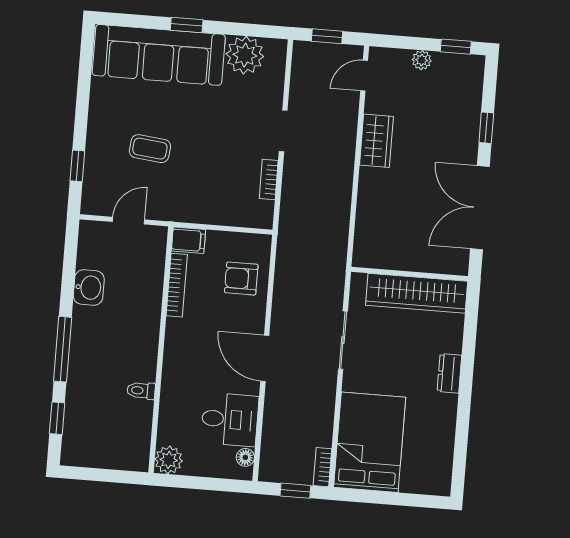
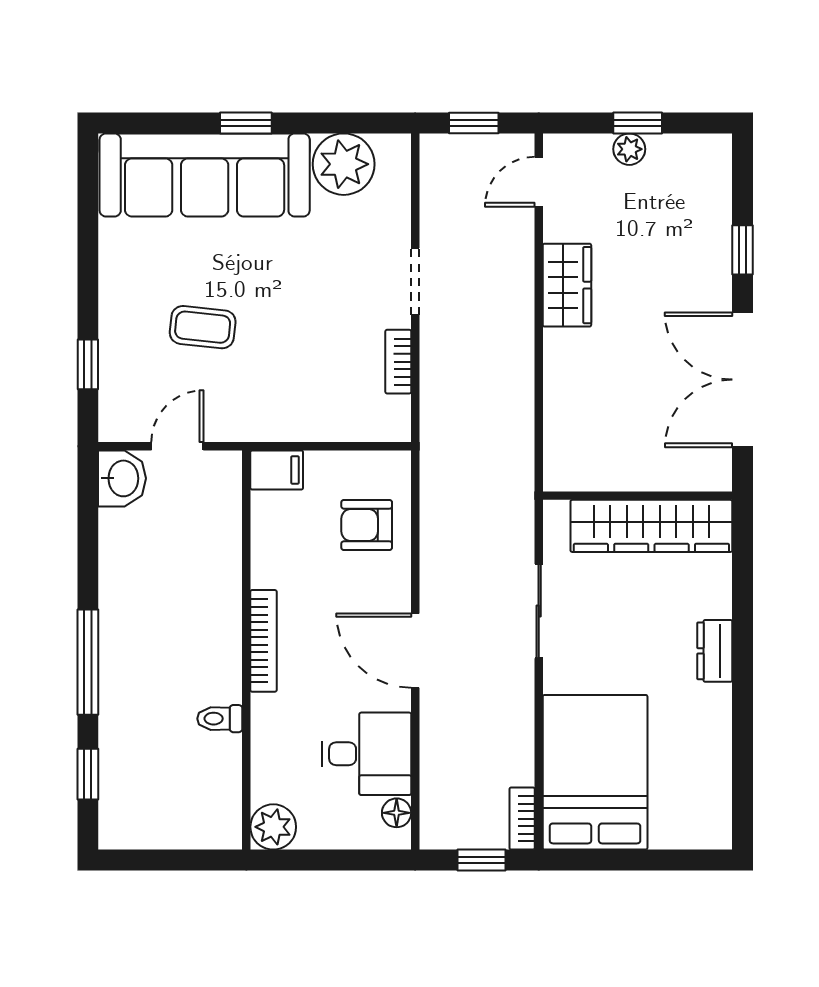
window: (456, 47) -> (638, 123), moved
bookcase: (177, 285) -> (264, 641), moved
washbasin: (89, 288) -> (122, 478), moved

